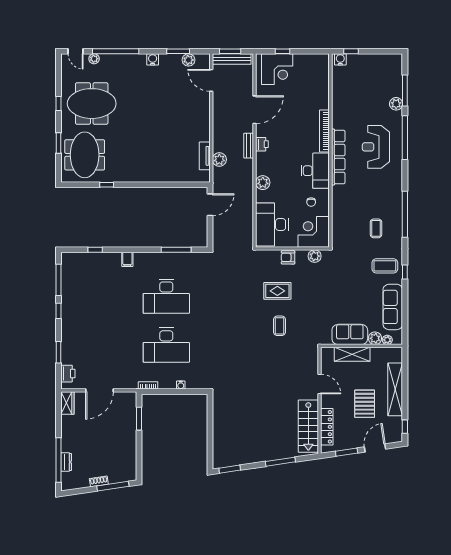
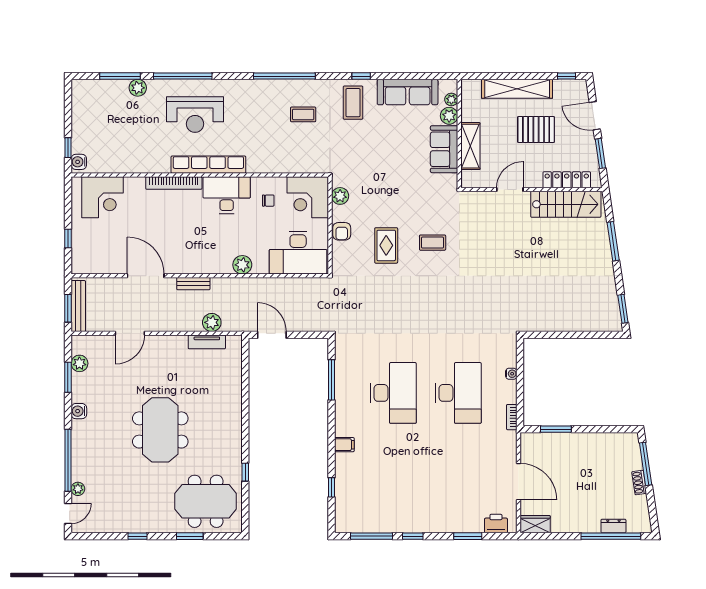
corner desk: (277, 69) -> (102, 197), moved, turned 90
door: (211, 80) -> (130, 333), moved
meeting table: (92, 104) -> (160, 430), moved
printer: (262, 144) -> (191, 266), removed

